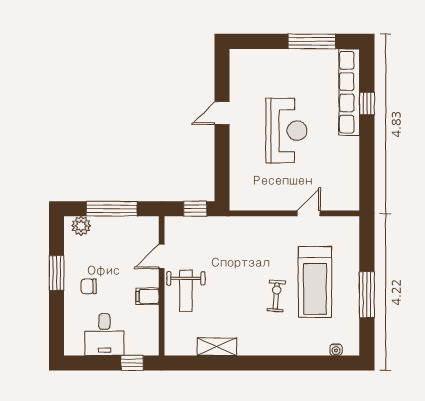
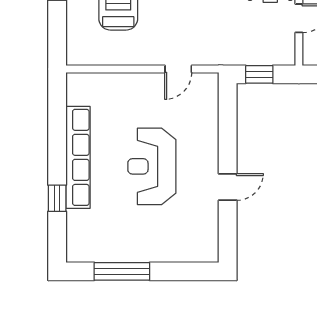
row of seats: (349, 92) -> (78, 157), moved
door: (309, 213) -> (178, 69), moved

